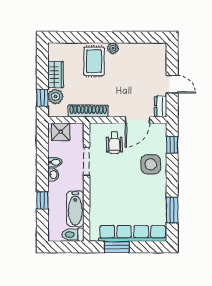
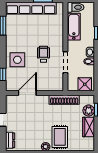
dresser: (160, 106) -> (10, 140), moved
wheelchair: (114, 143) -> (43, 54), moved

